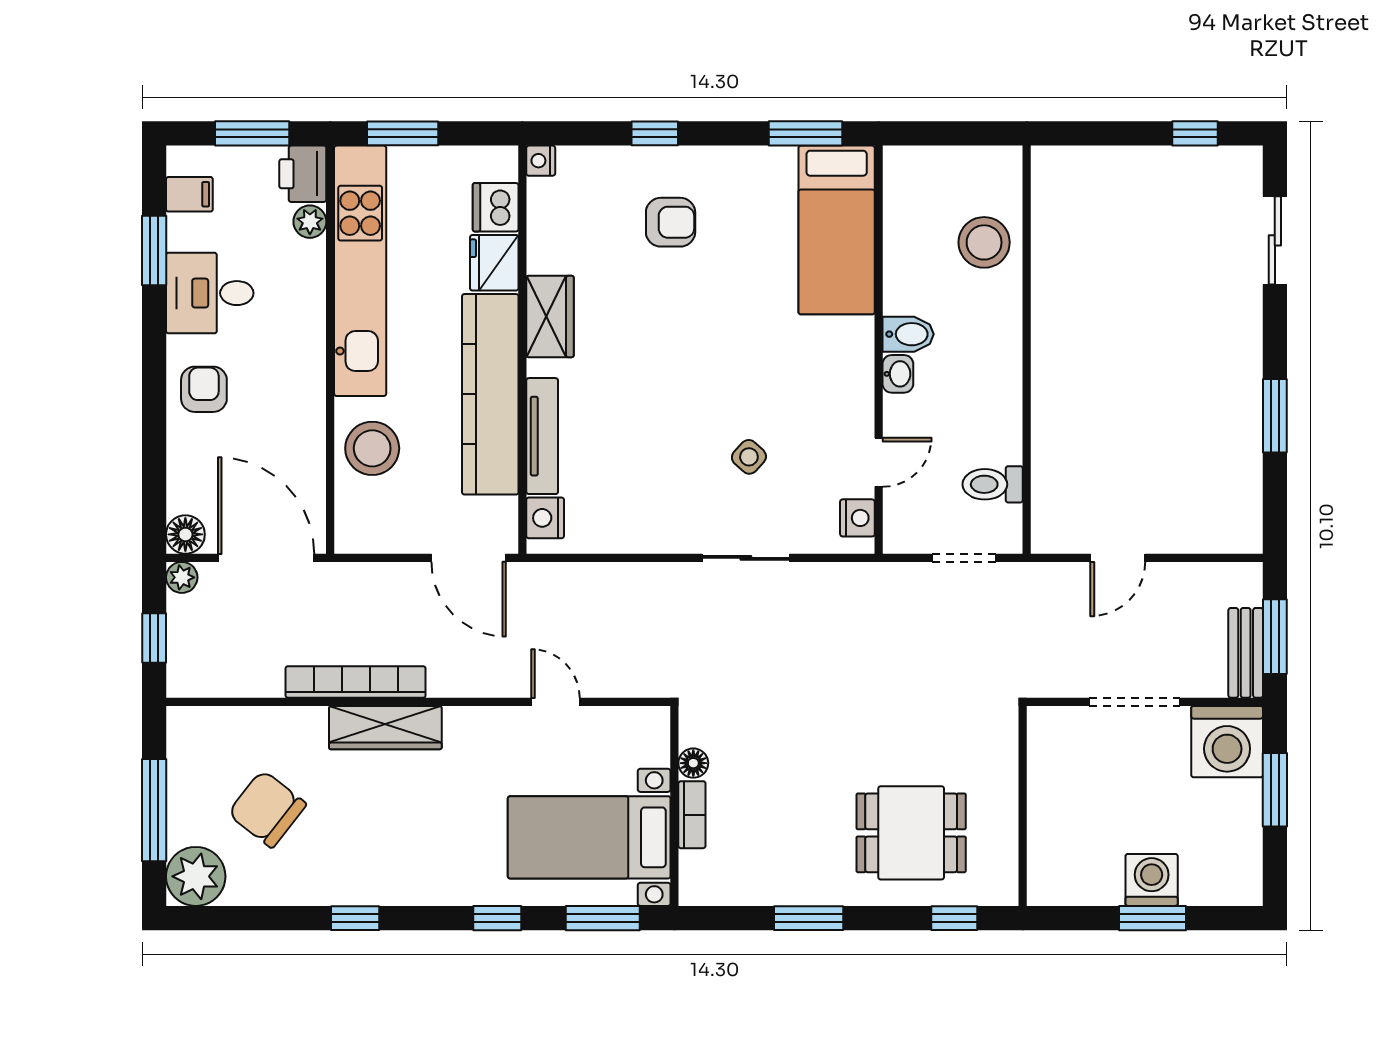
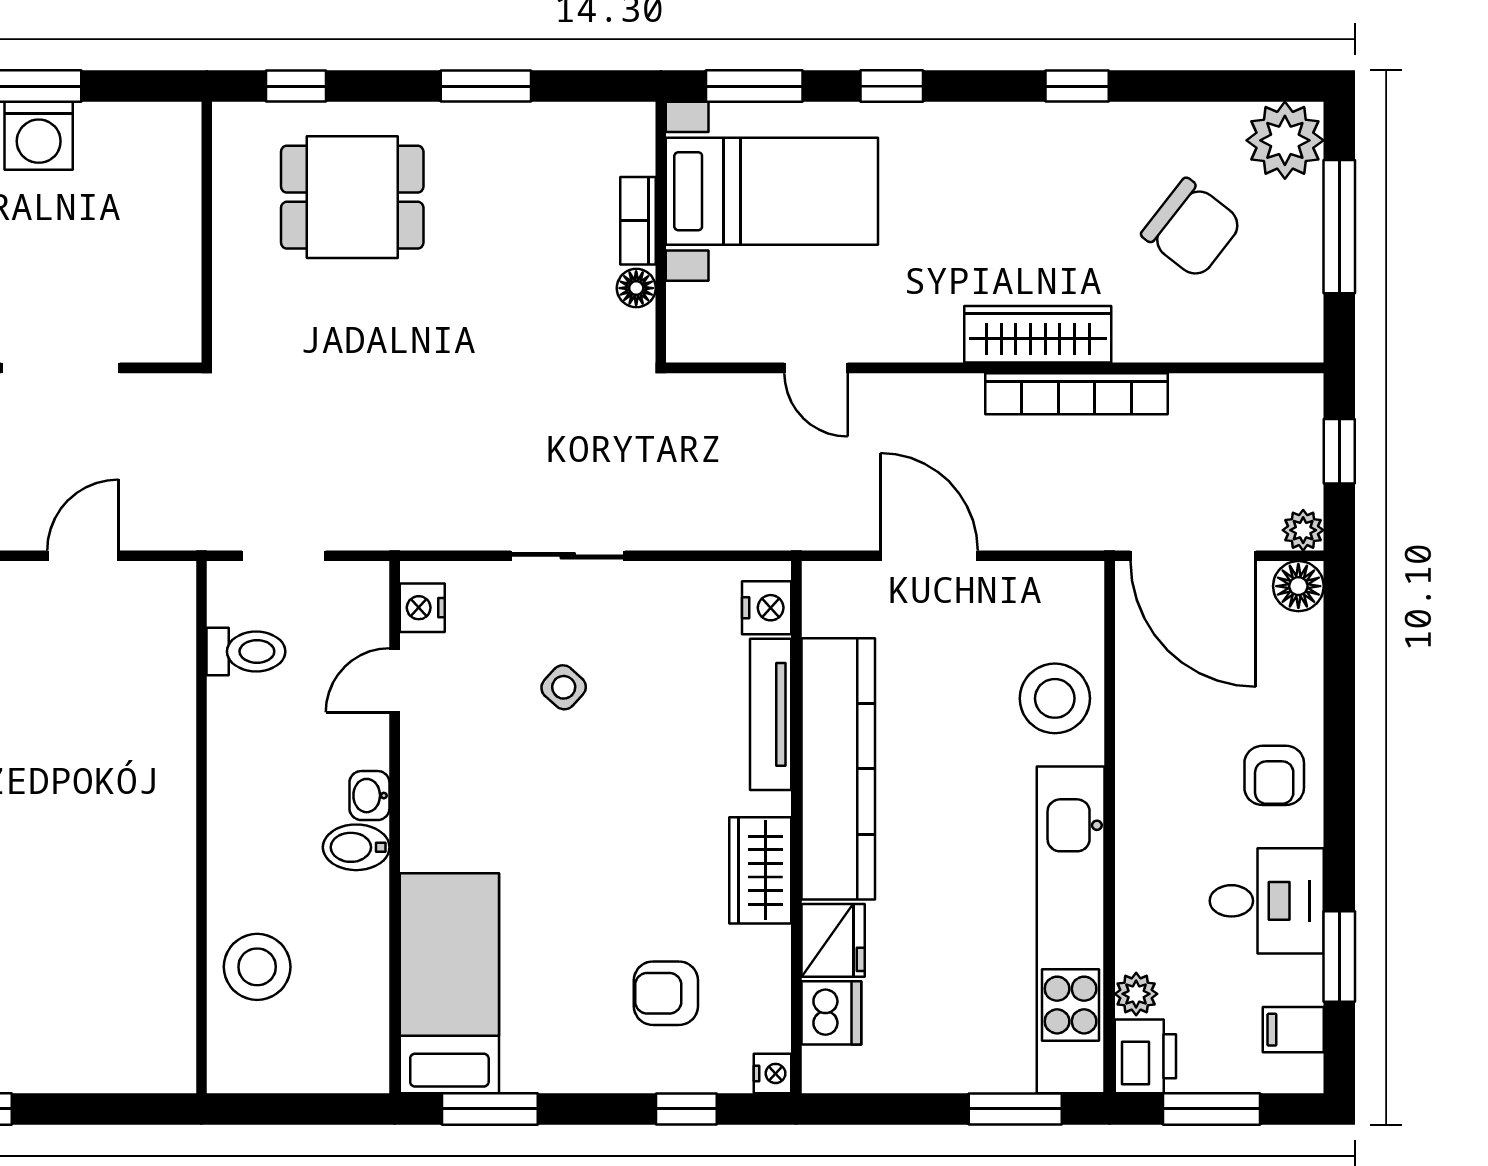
nightstand: (541, 161) -> (773, 1073), moved
dishwasher: (496, 207) -> (831, 1013), moved
fridge: (494, 263) -> (833, 940), moved
wardrobe: (550, 316) -> (760, 870), moved
wall: (522, 350) -> (796, 827), moved
kitchen counter: (490, 394) -> (838, 769), moved
tv unit: (542, 436) -> (771, 714), moved
nightstand: (545, 518) -> (767, 608), moved

